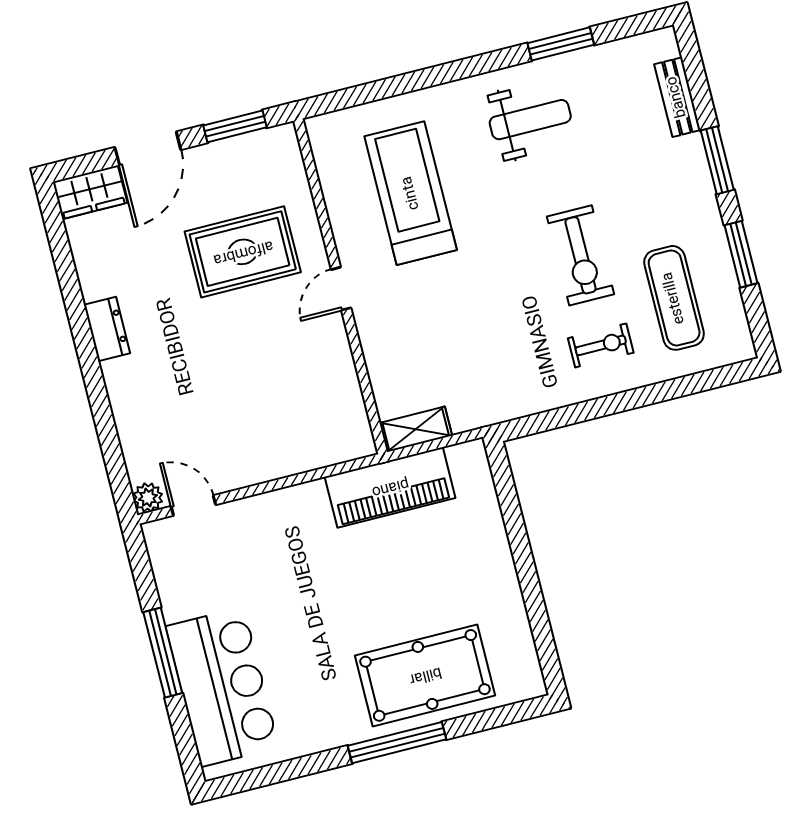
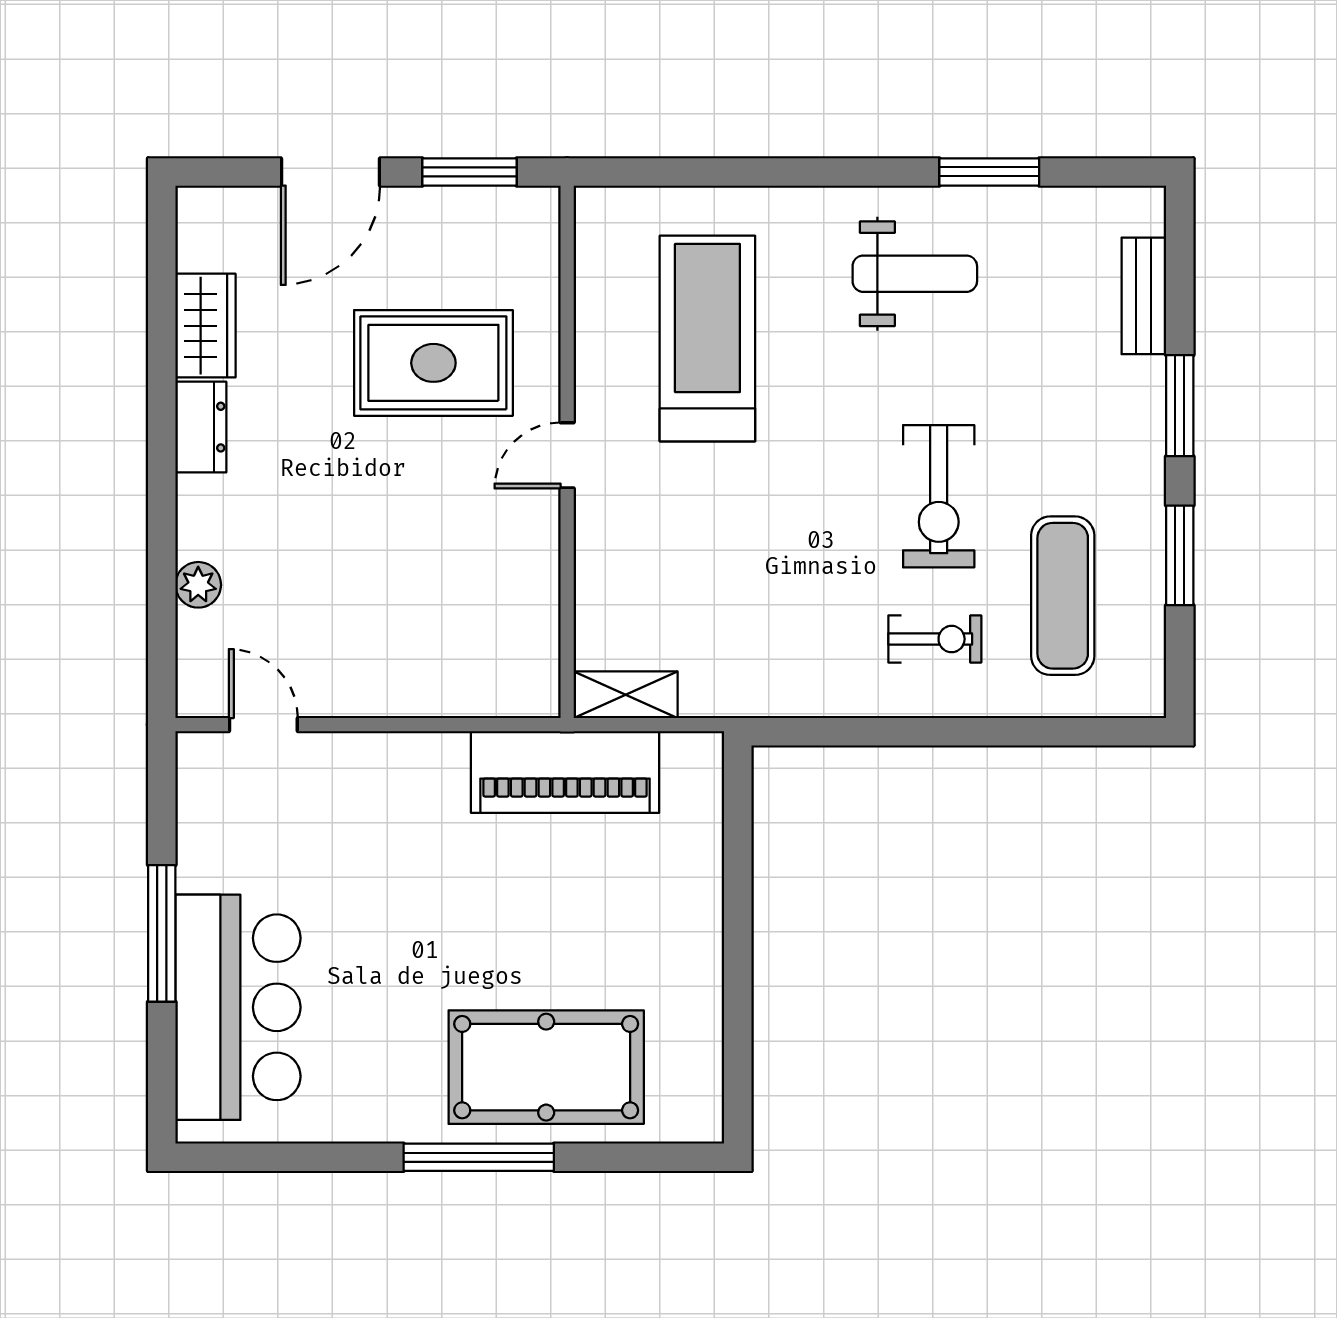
wardrobe: (90, 192) -> (205, 326), moved, turned -90
plant: (148, 497) -> (198, 585), moved

